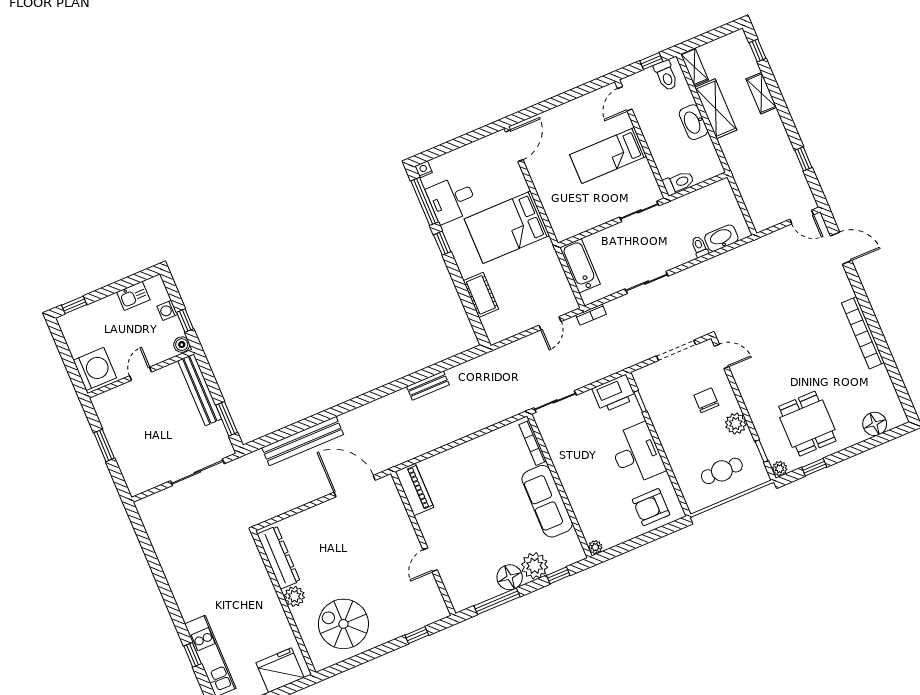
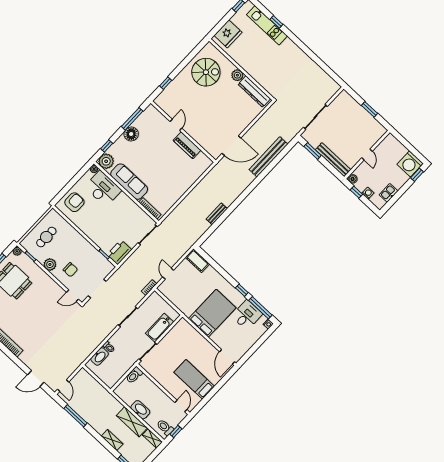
bed: (608, 156) -> (194, 379), moved, turned -90
window: (803, 159) -> (75, 416), width x2.17
door: (802, 217) -> (63, 386), swing flipped
bathtub: (580, 266) -> (160, 328), moved, turned 90
cot: (481, 295) -> (198, 261), moved
washing machine: (95, 369) -> (410, 164), moved
desk: (637, 454) -> (103, 189), moved, turned 180
piano: (414, 489) -> (187, 145), moved
plant: (535, 566) -> (106, 161), moved

